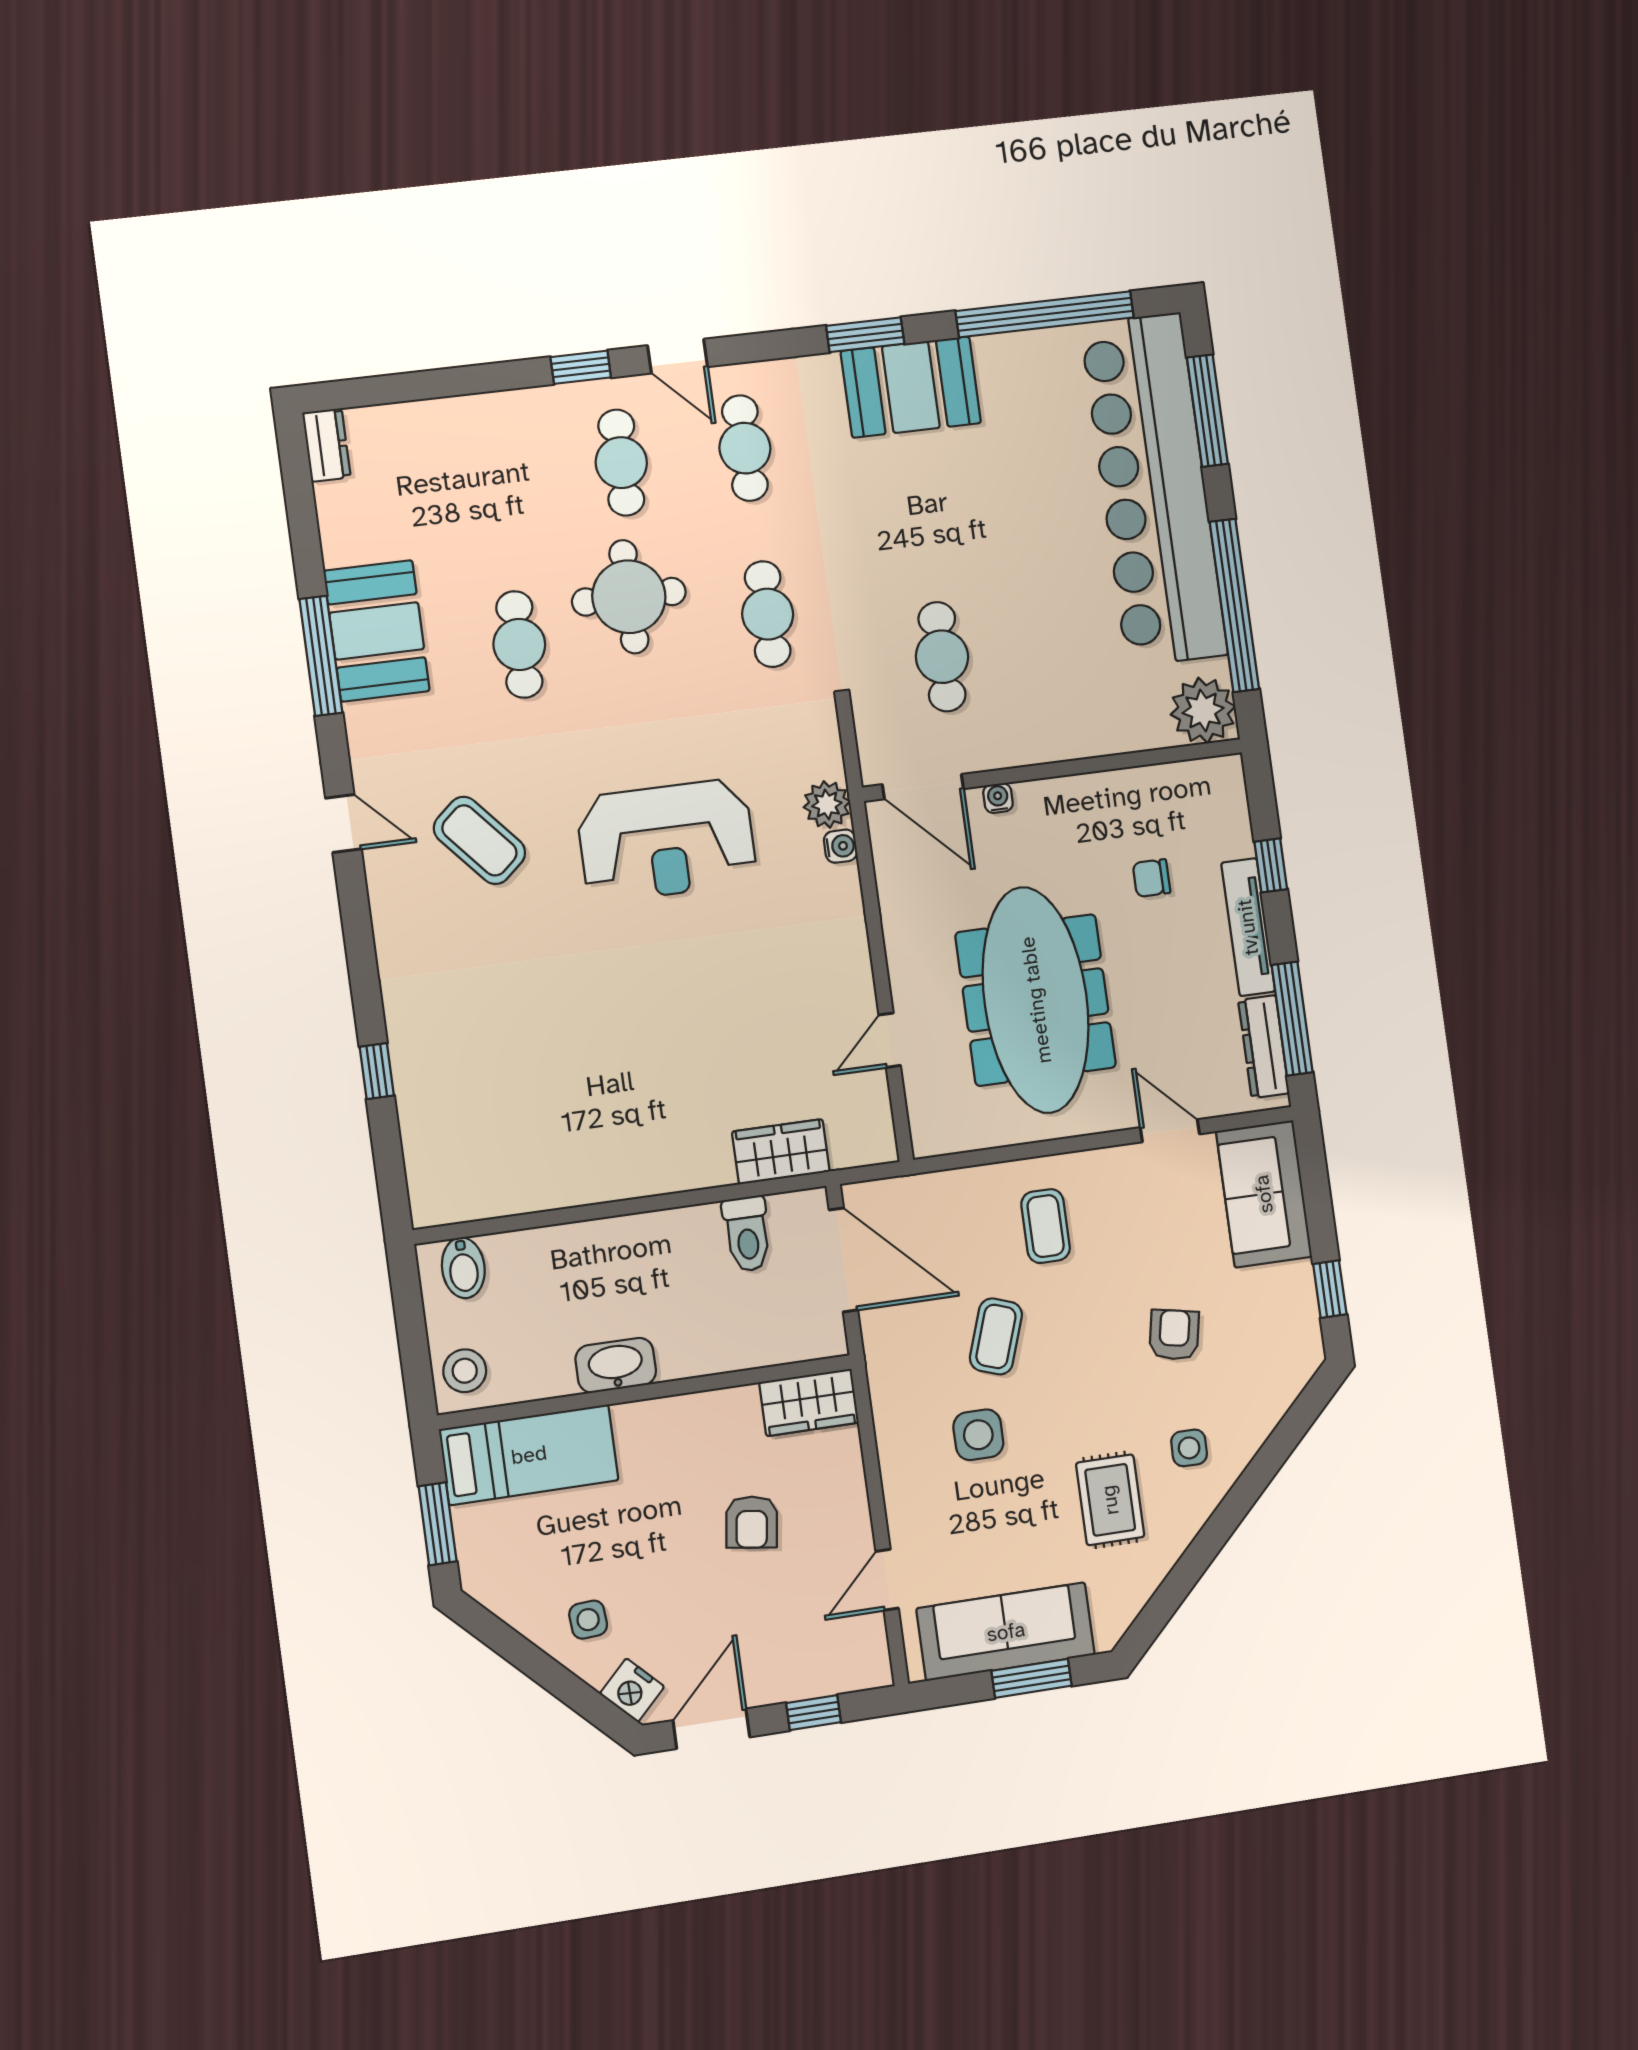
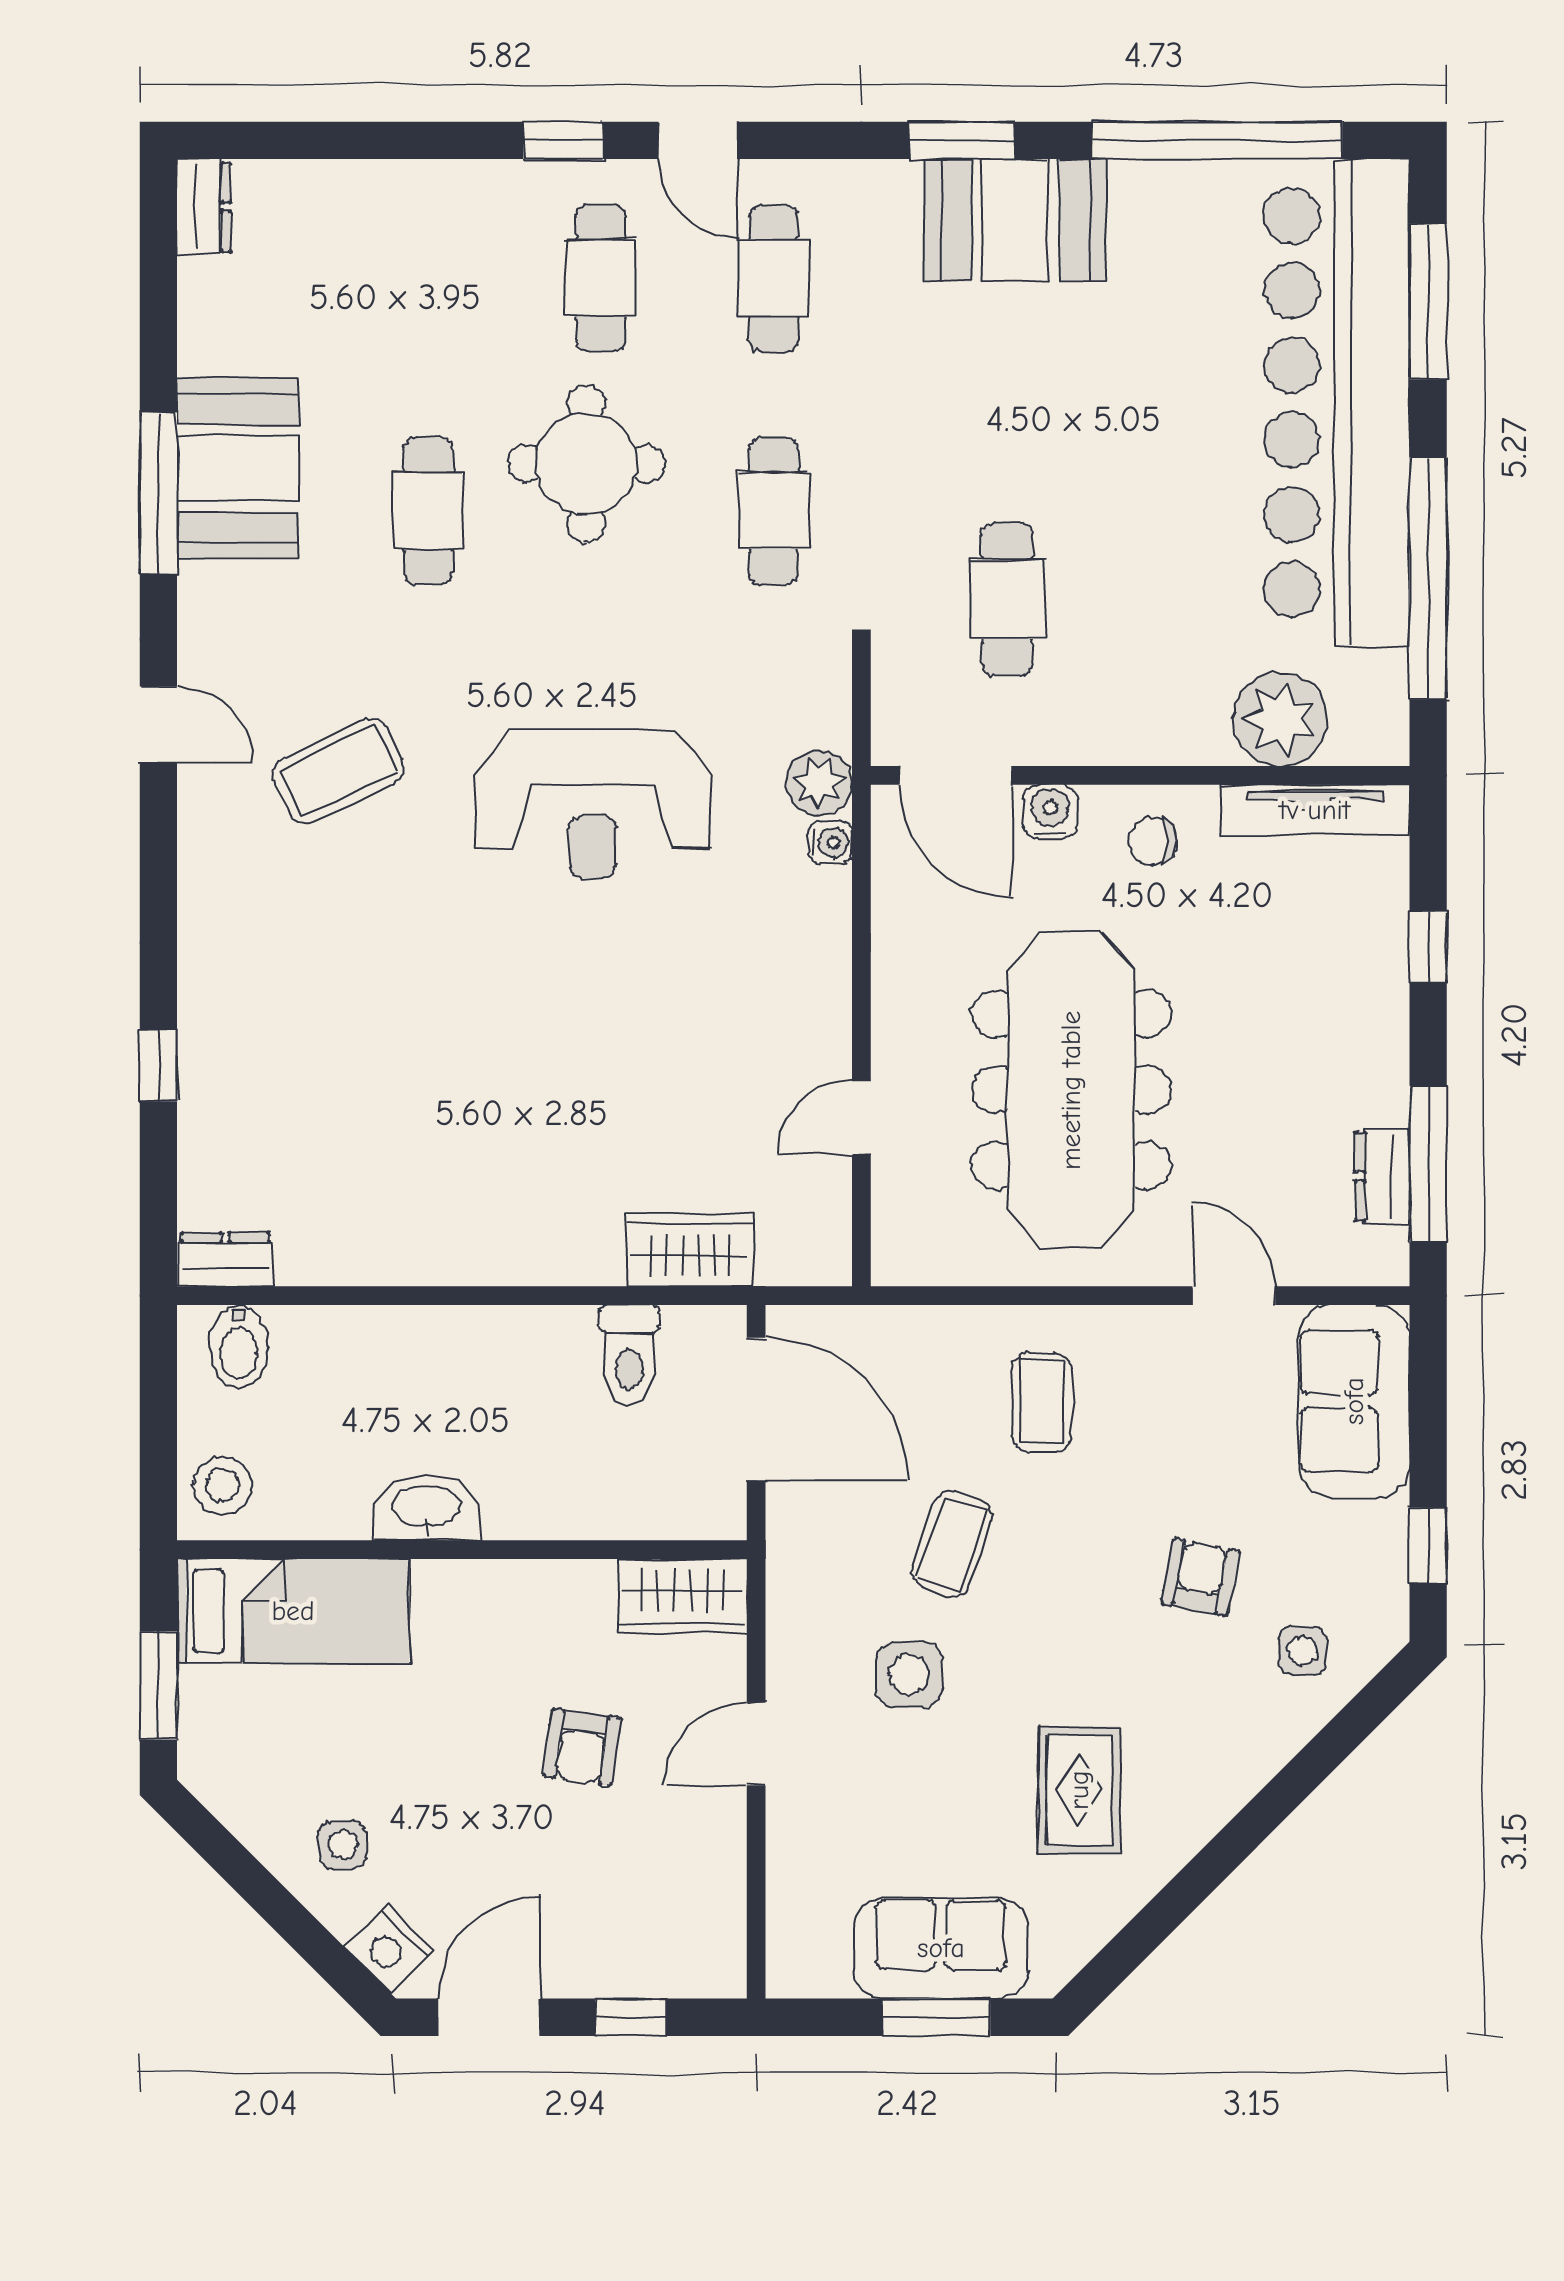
plant: (1203, 710) -> (1280, 719), moved
water cooler: (998, 798) -> (1050, 812), width x1.38, depth x1.38
coffee table: (479, 840) -> (338, 771), turned -74
chair: (1151, 878) -> (1153, 841), moved
tv unit: (1248, 927) -> (1315, 810), moved, turned -90
dresser: (1264, 1047) -> (1382, 1176), width x0.70
dresser: (445, 1206) -> (225, 1259), added
side table: (1189, 1448) -> (1302, 1651), moved
door: (887, 1580) -> (756, 1744), moved
sofa: (1006, 1632) -> (941, 1948), width x0.73

